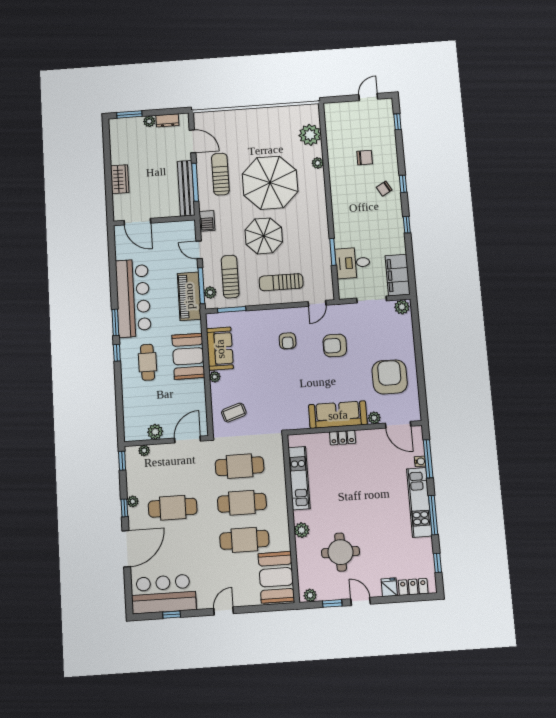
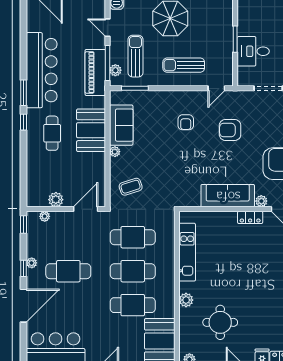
locker: (343, 438) -> (250, 217), moved

